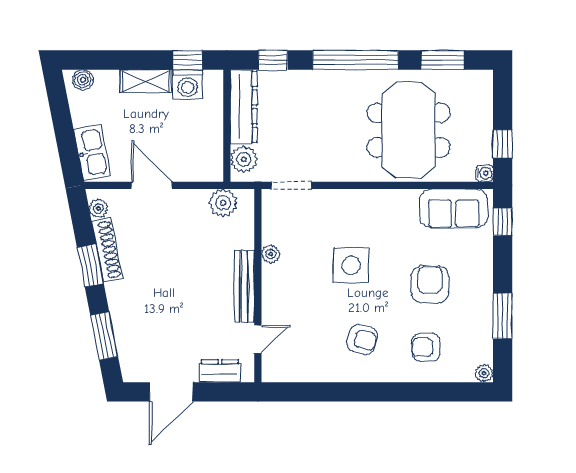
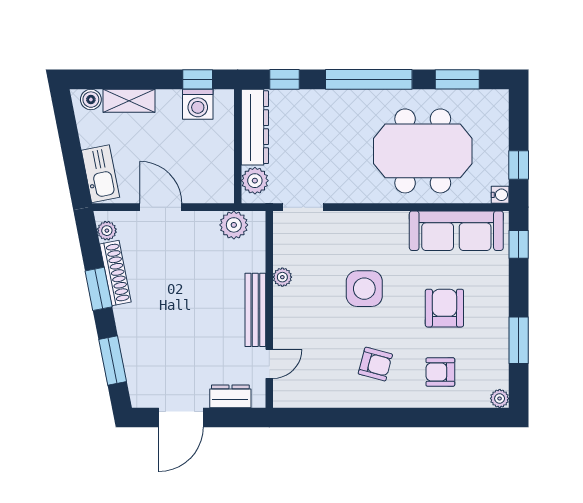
shelving: (146, 81) -> (129, 101), moved
meeting table: (409, 130) -> (423, 151), turned 90
sofa: (454, 208) -> (456, 231), width x1.36

